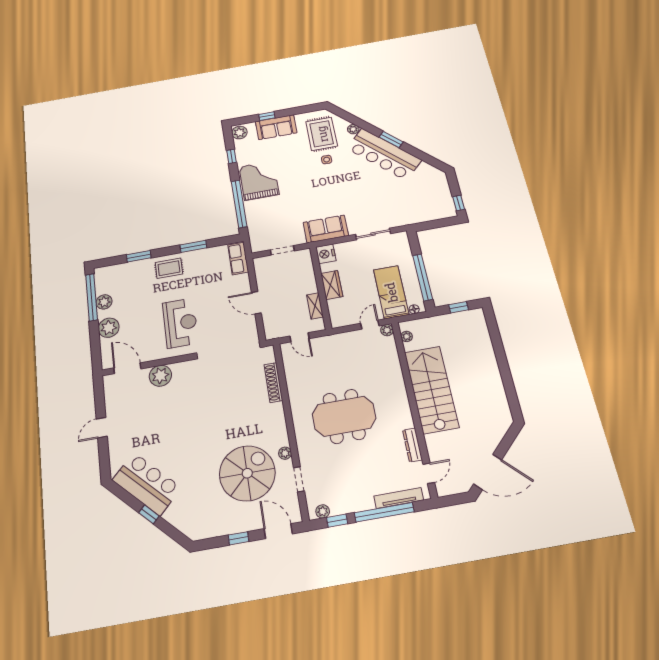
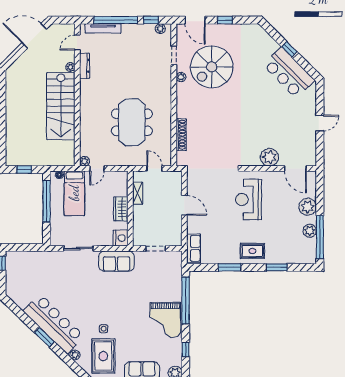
plant: (407, 336) -> (70, 67), moved
meeting table: (344, 416) -> (132, 122), moved, turned 90

